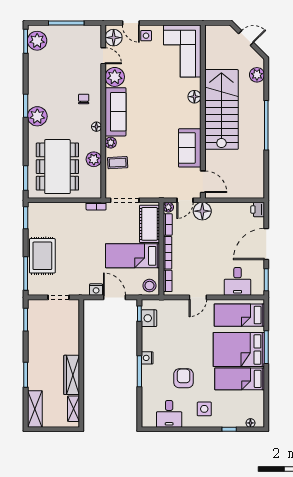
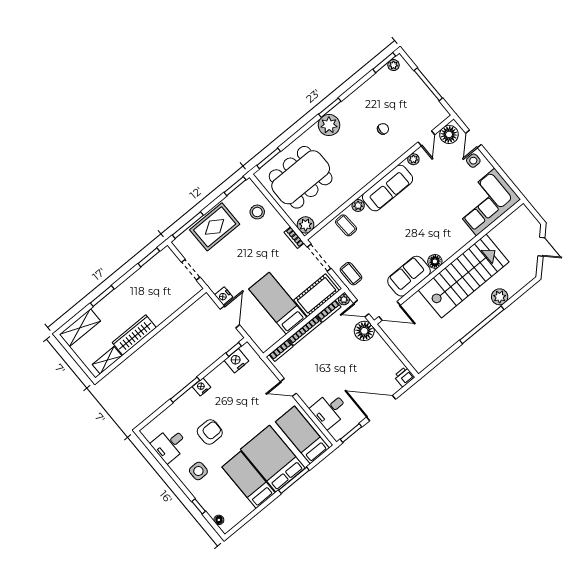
plant: (37, 41) -> (393, 65), width x0.53, depth x0.53
plant: (257, 75) -> (500, 297), moved
plant: (115, 77) -> (413, 159), width x0.53, depth x0.53
floor lamp: (194, 97) -> (435, 261), moved
chair: (84, 99) -> (383, 129), moved
floor lamp: (96, 127) -> (362, 182), removed
plant: (94, 159) -> (306, 225), moved
door: (203, 182) -> (390, 311), hinge flipped
coffee table: (154, 187) -> (351, 274), added
stool: (149, 286) -> (257, 212), moved

